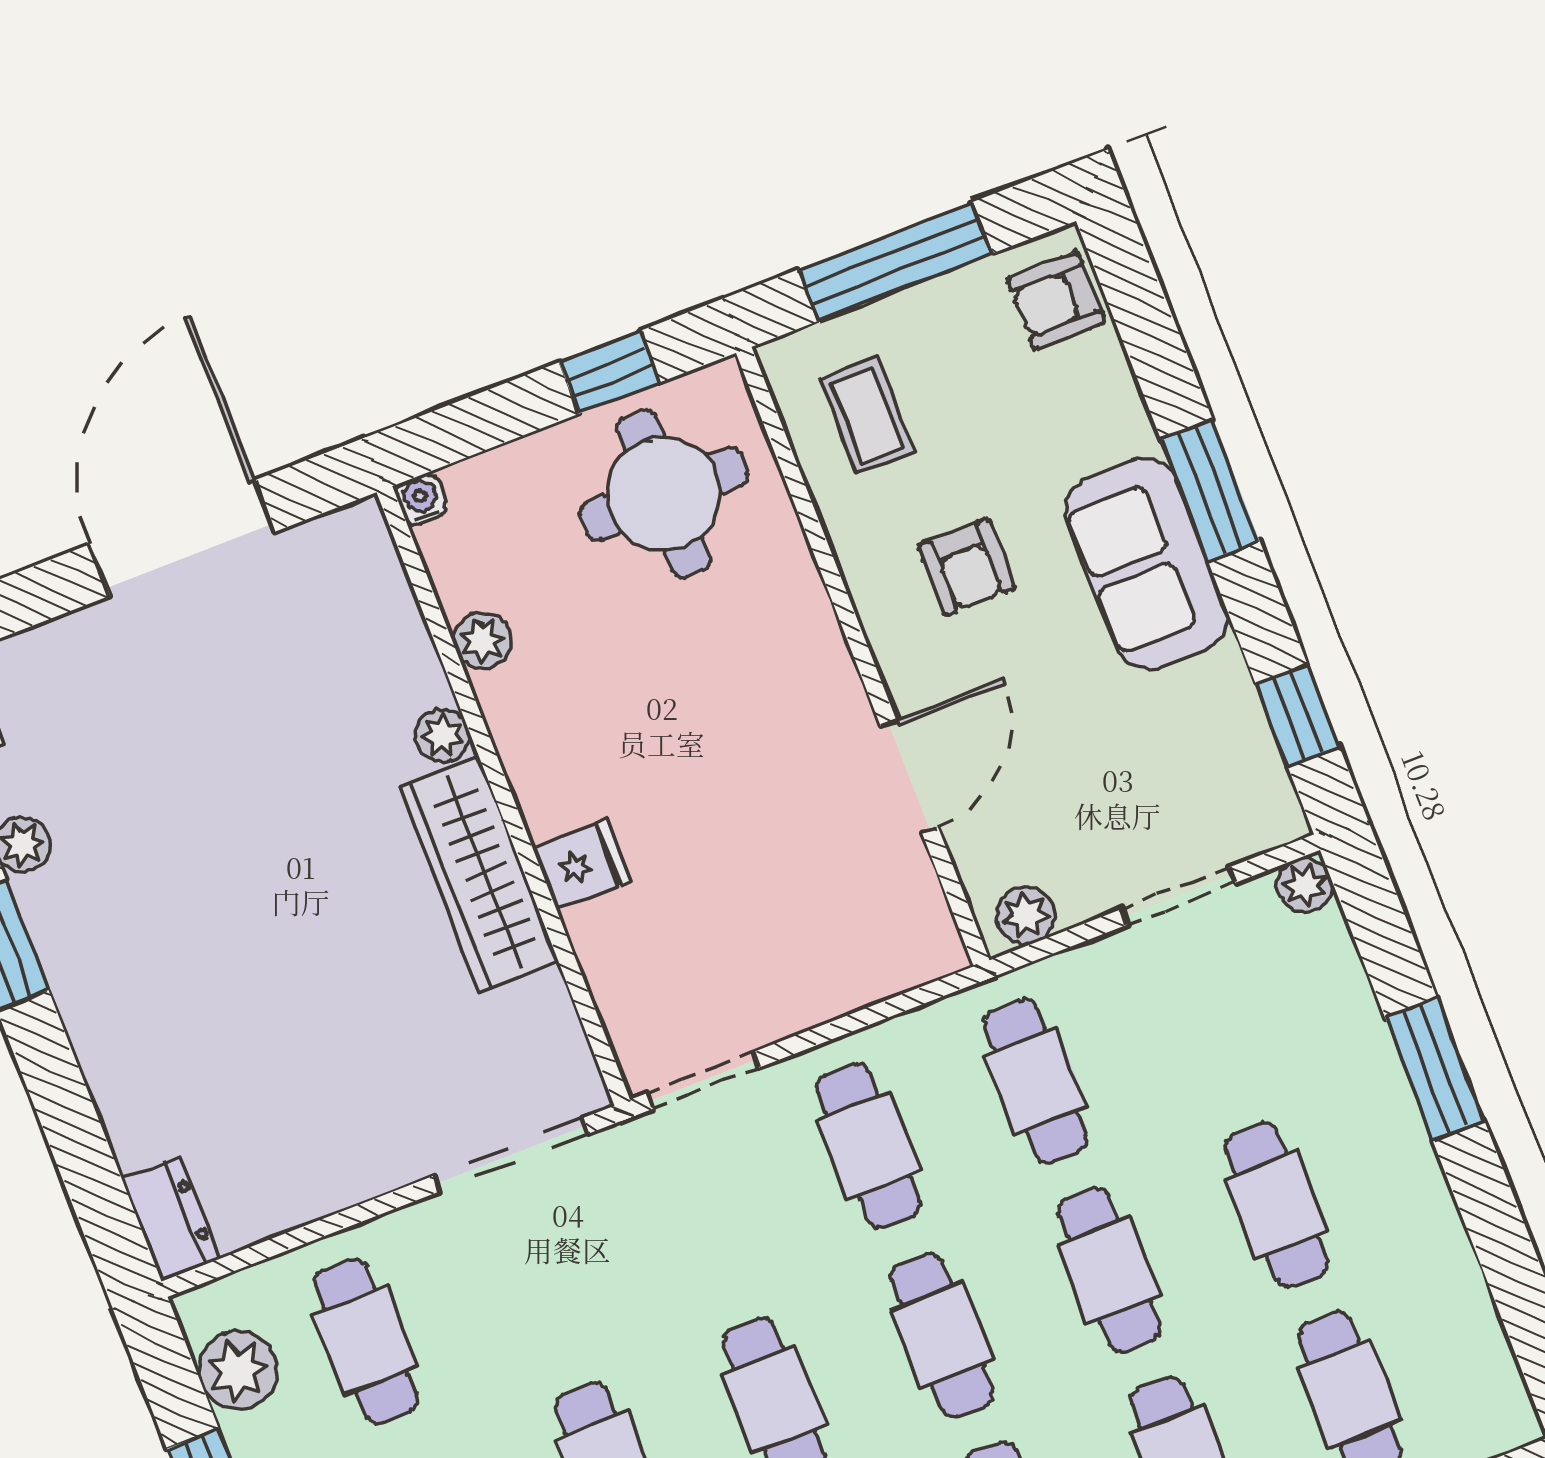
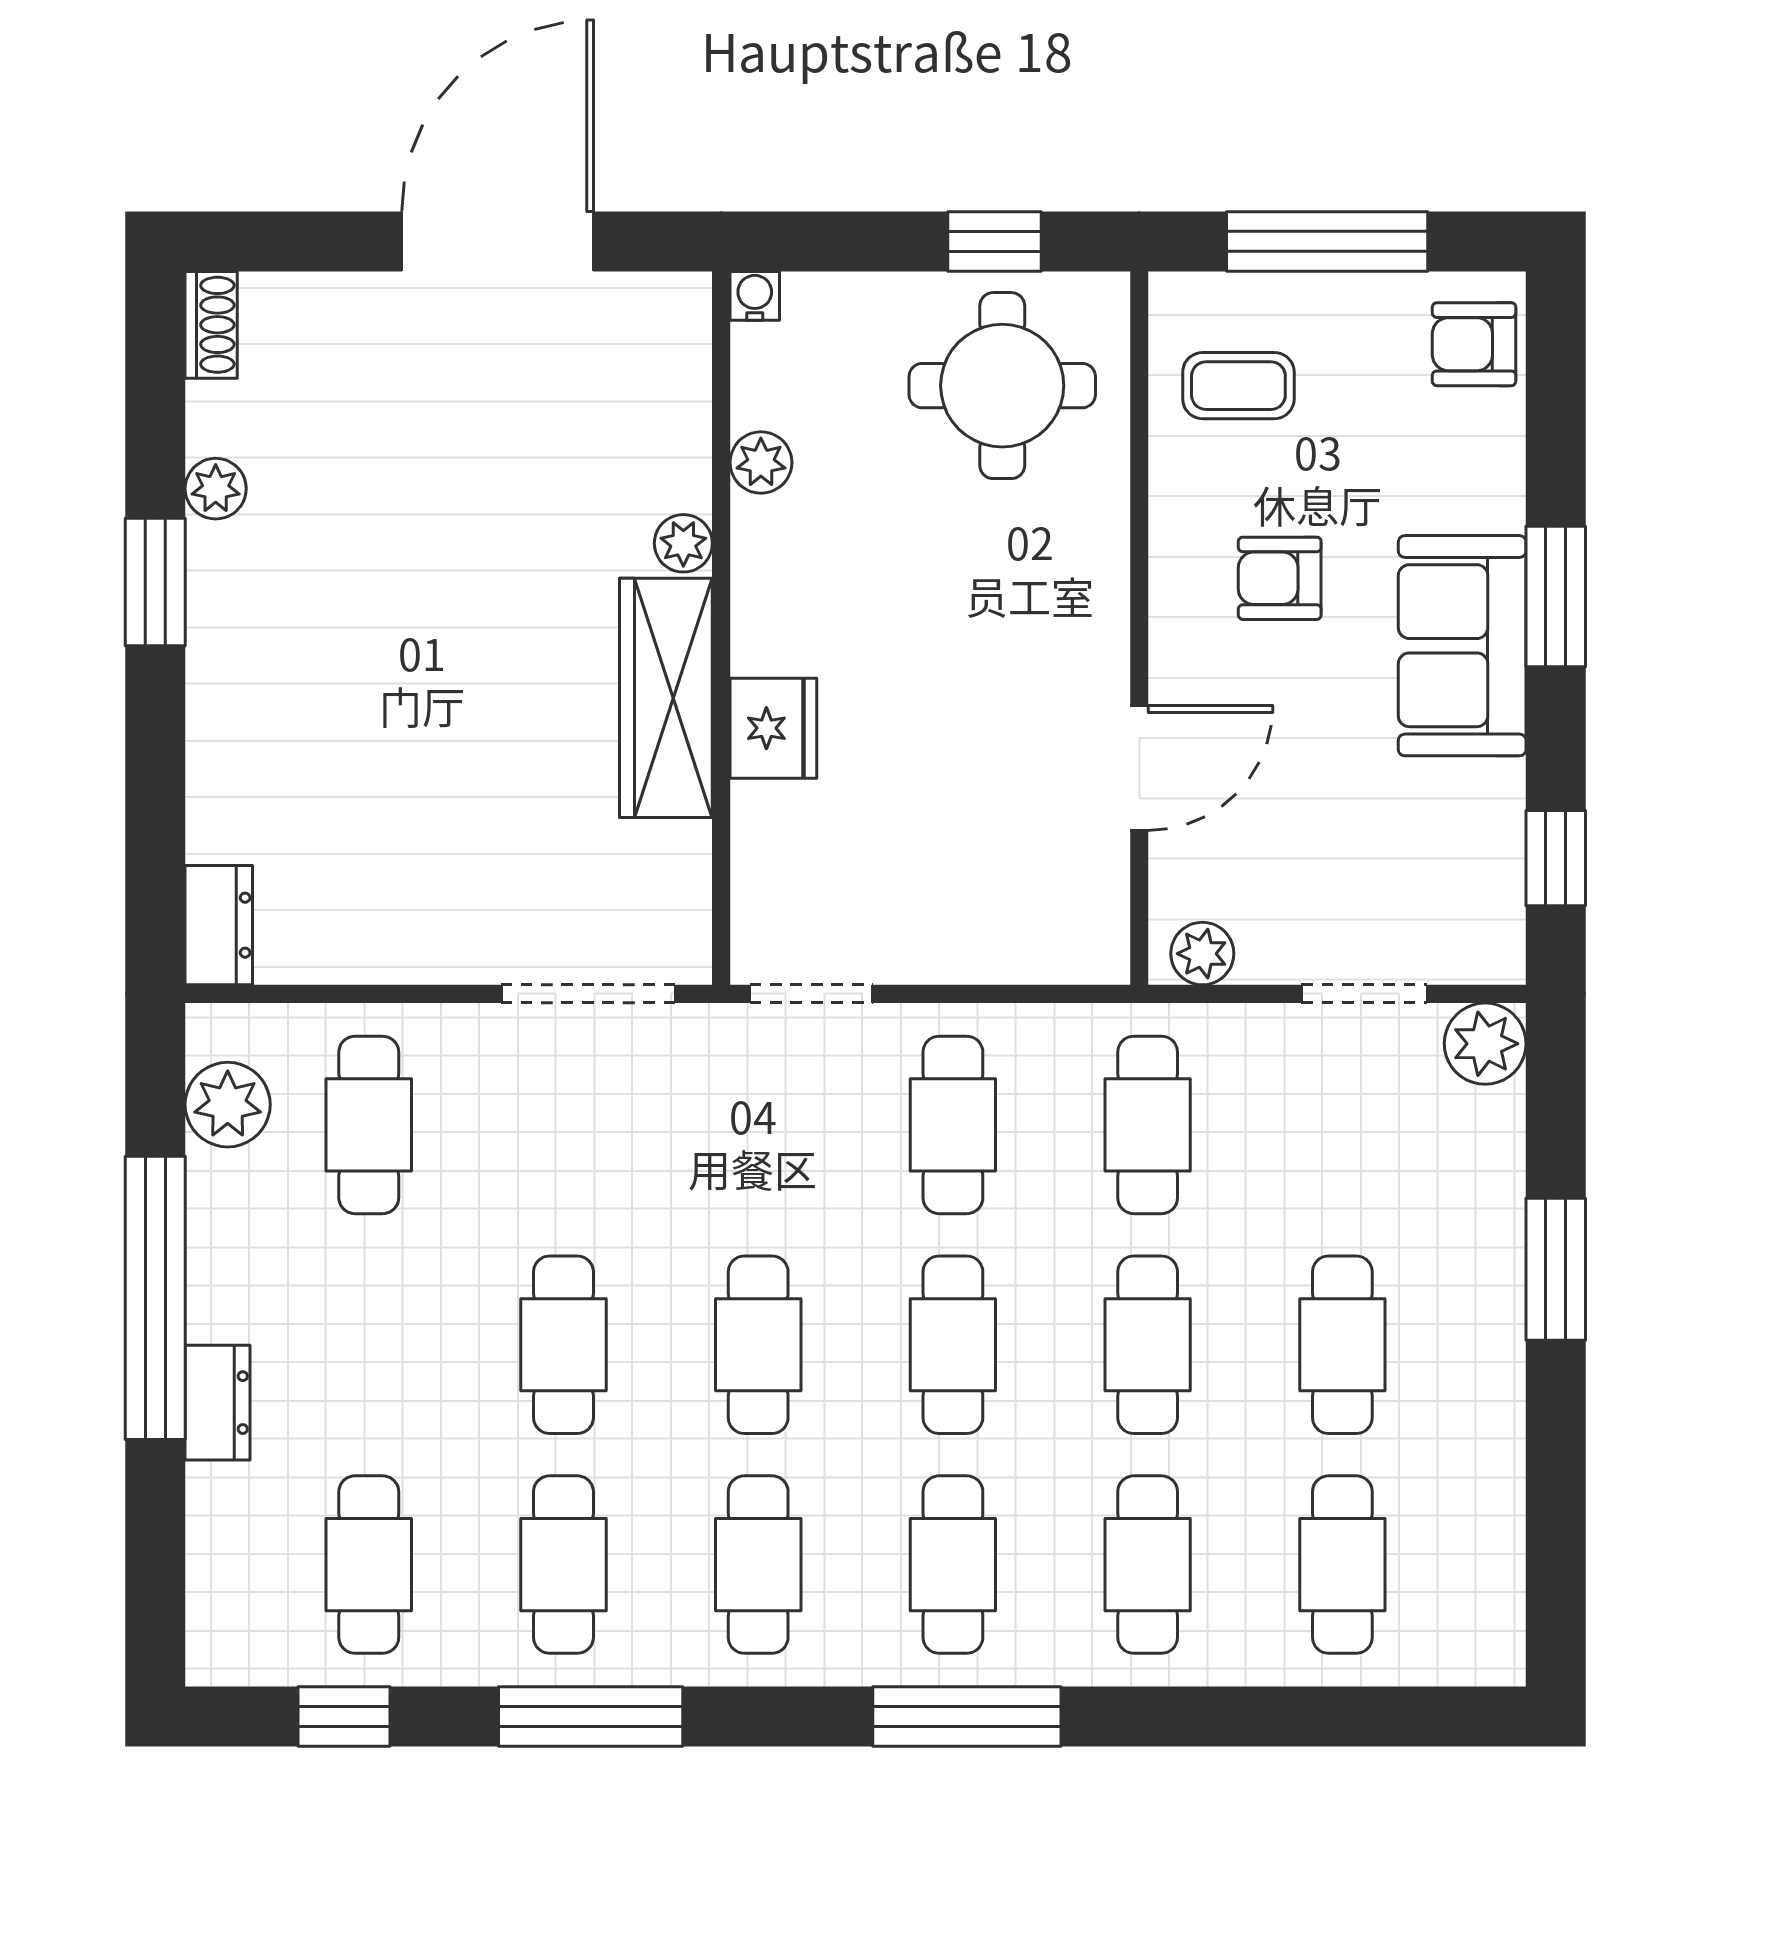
coffee table: (867, 415) -> (1238, 386), turned 90
armchair: (967, 567) -> (1280, 578), turned 90
fridge: (582, 865) -> (773, 728), width x1.38
plant: (1305, 885) -> (1485, 1044), width x1.38, depth x1.38

